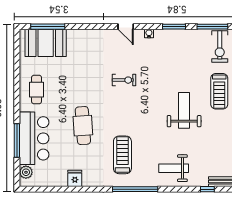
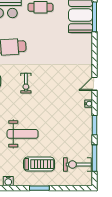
exercise bike: (124, 80) -> (26, 83), moved
treadmill: (219, 91) -> (39, 164), turned 180

